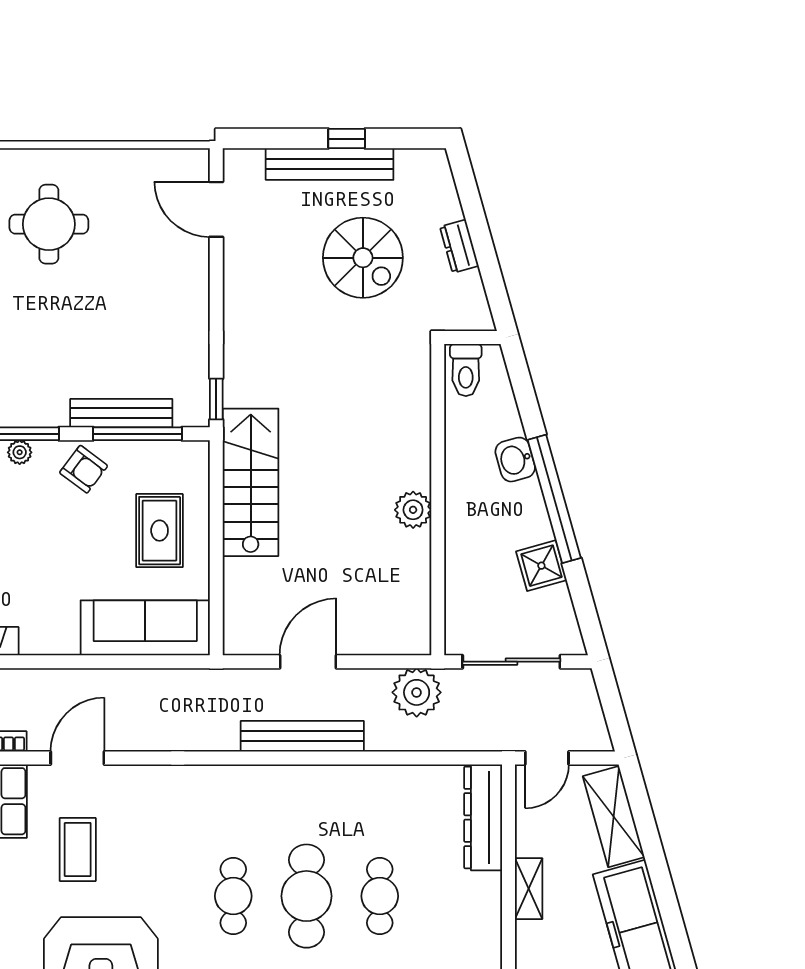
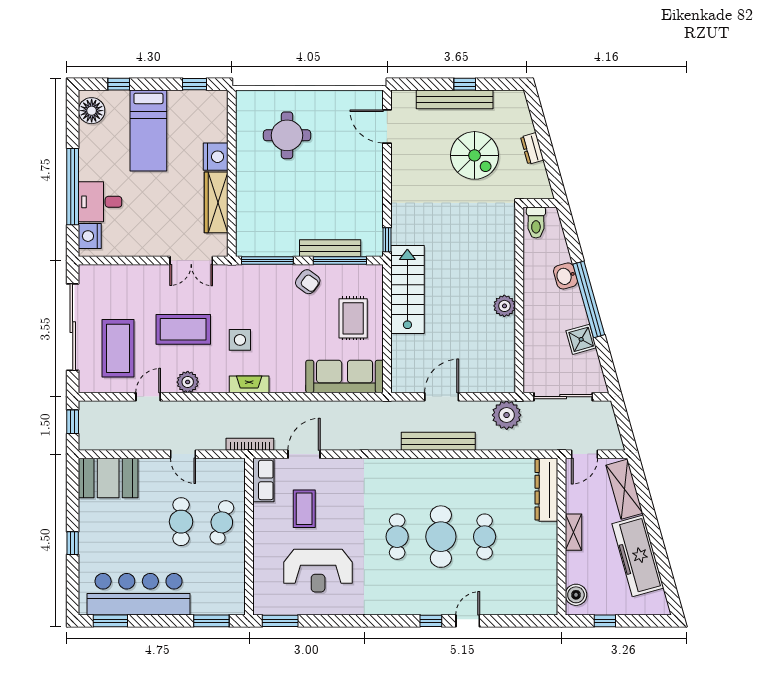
plant: (20, 452) -> (270, 272), removed

